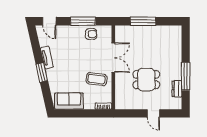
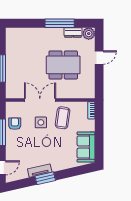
side table: (92, 59) -> (41, 122), added
window: (42, 73) -> (45, 178), moved
dining table: (146, 80) -> (63, 65), width x1.38
plant: (176, 104) -> (89, 34), added

